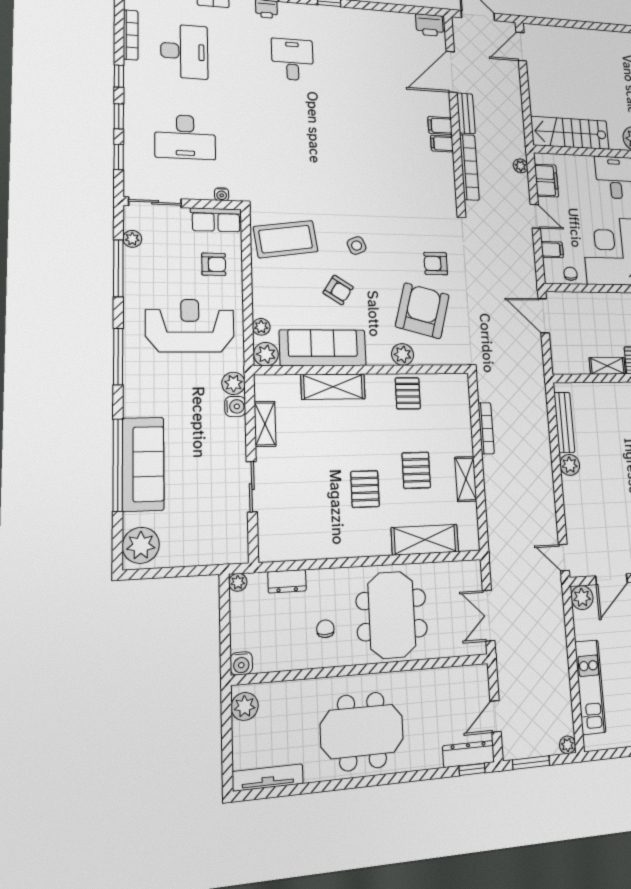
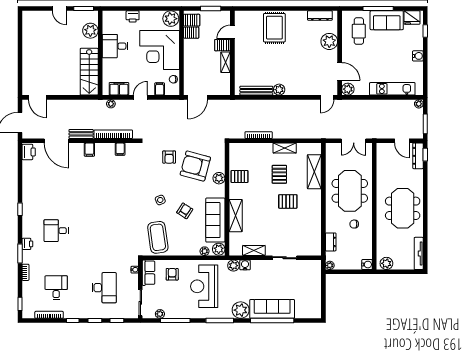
desk: (184, 51) -> (56, 288), width x0.73
filing cabinet: (442, 144) -> (120, 149), moved
pallet: (416, 470) -> (279, 174), turned 90
plant: (141, 545) -> (241, 310), moved
meeting table: (392, 615) -> (350, 191), turned 90

